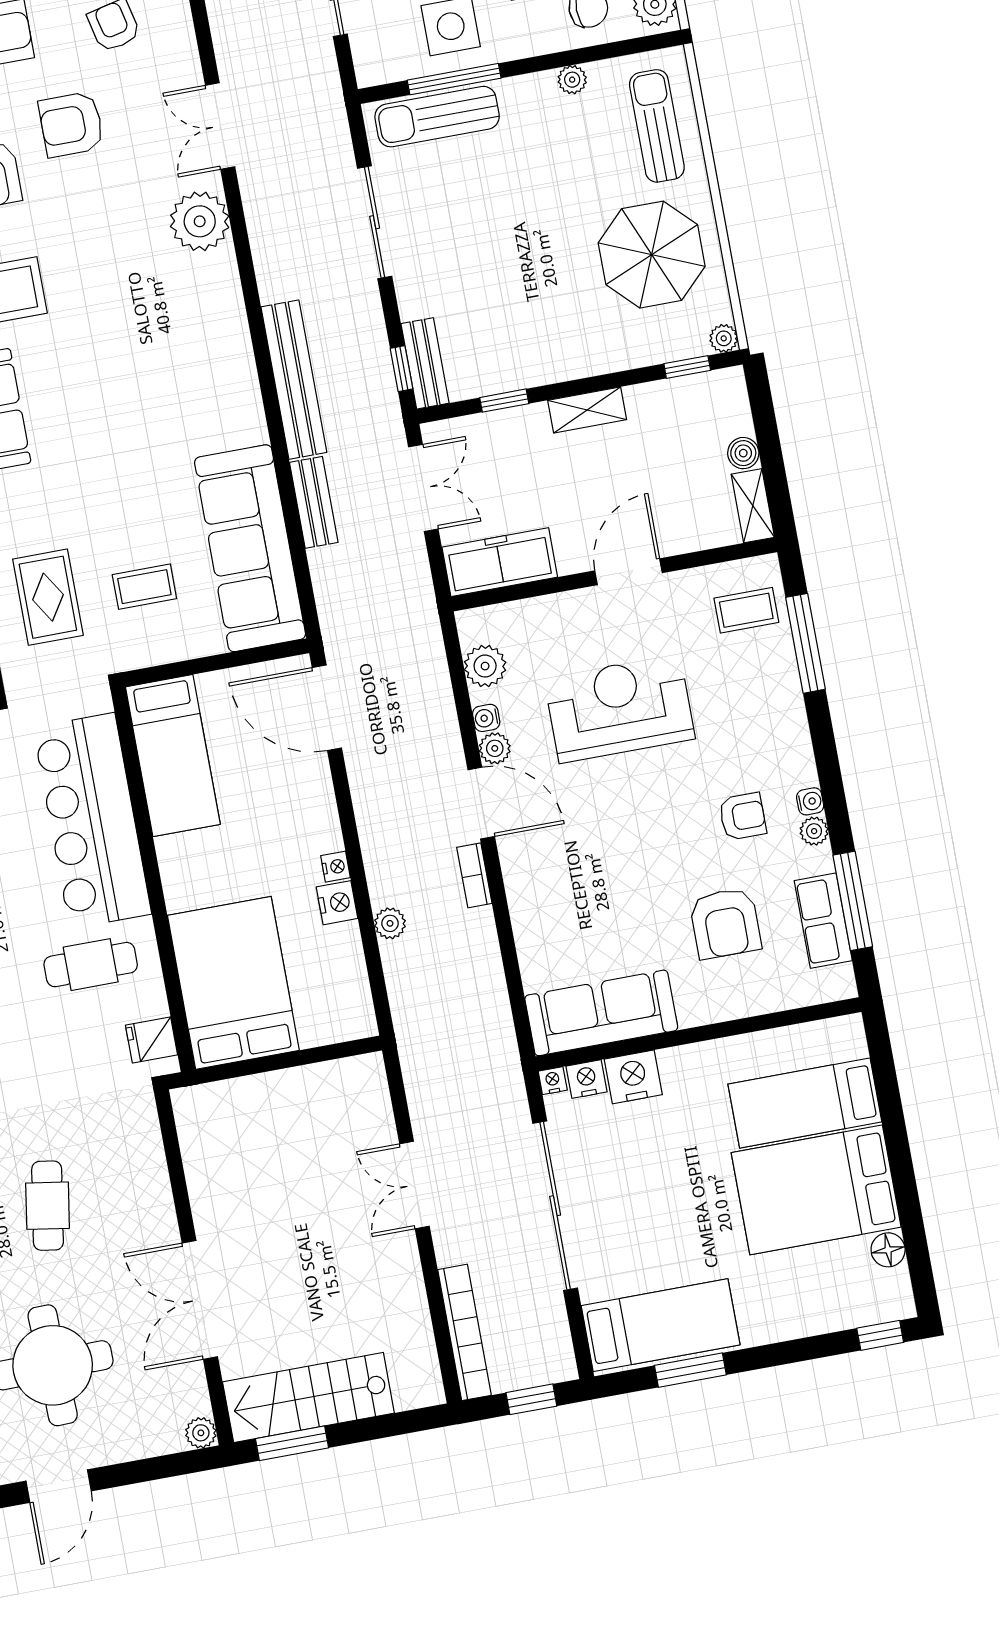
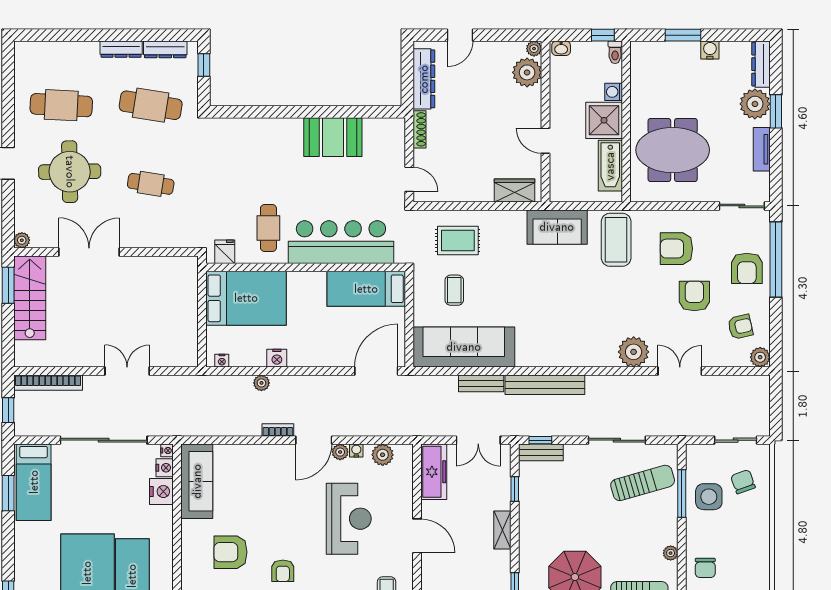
sun lounger: (437, 117) -> (643, 483), moved, turned 74
nightstand: (335, 867) -> (222, 361), moved

